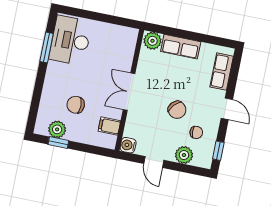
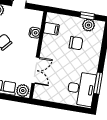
double door: (129, 92) -> (35, 70), moved
water cooler: (128, 145) -> (35, 33), moved

